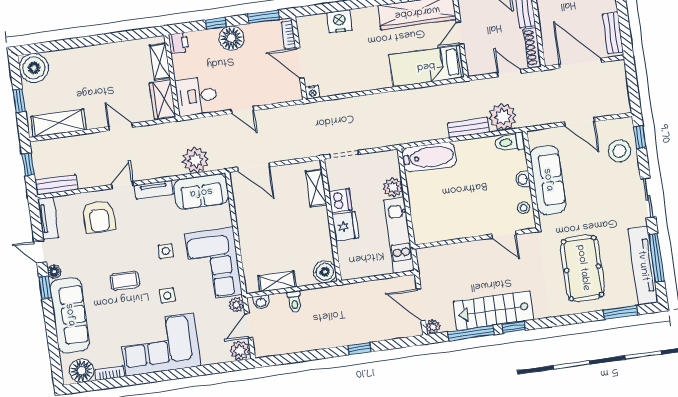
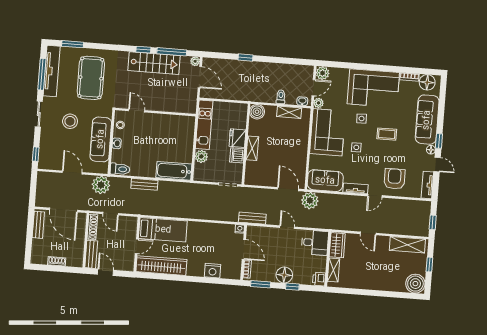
plant: (503, 117) -> (101, 185), moved
stool: (620, 151) -> (70, 121), moved
plant: (195, 160) -> (310, 201), moved
bench: (56, 185) -> (252, 218), moved
shelving: (316, 188) -> (252, 148), moved

